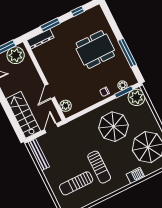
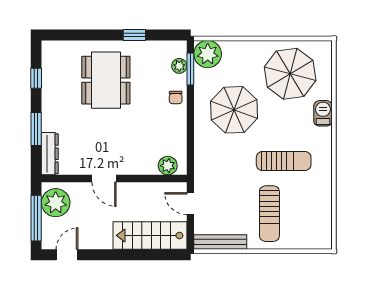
window: (127, 53) -> (134, 35), width x0.46
door: (50, 91) -> (104, 179), moved
sun lounger: (76, 183) -> (269, 214), moved

